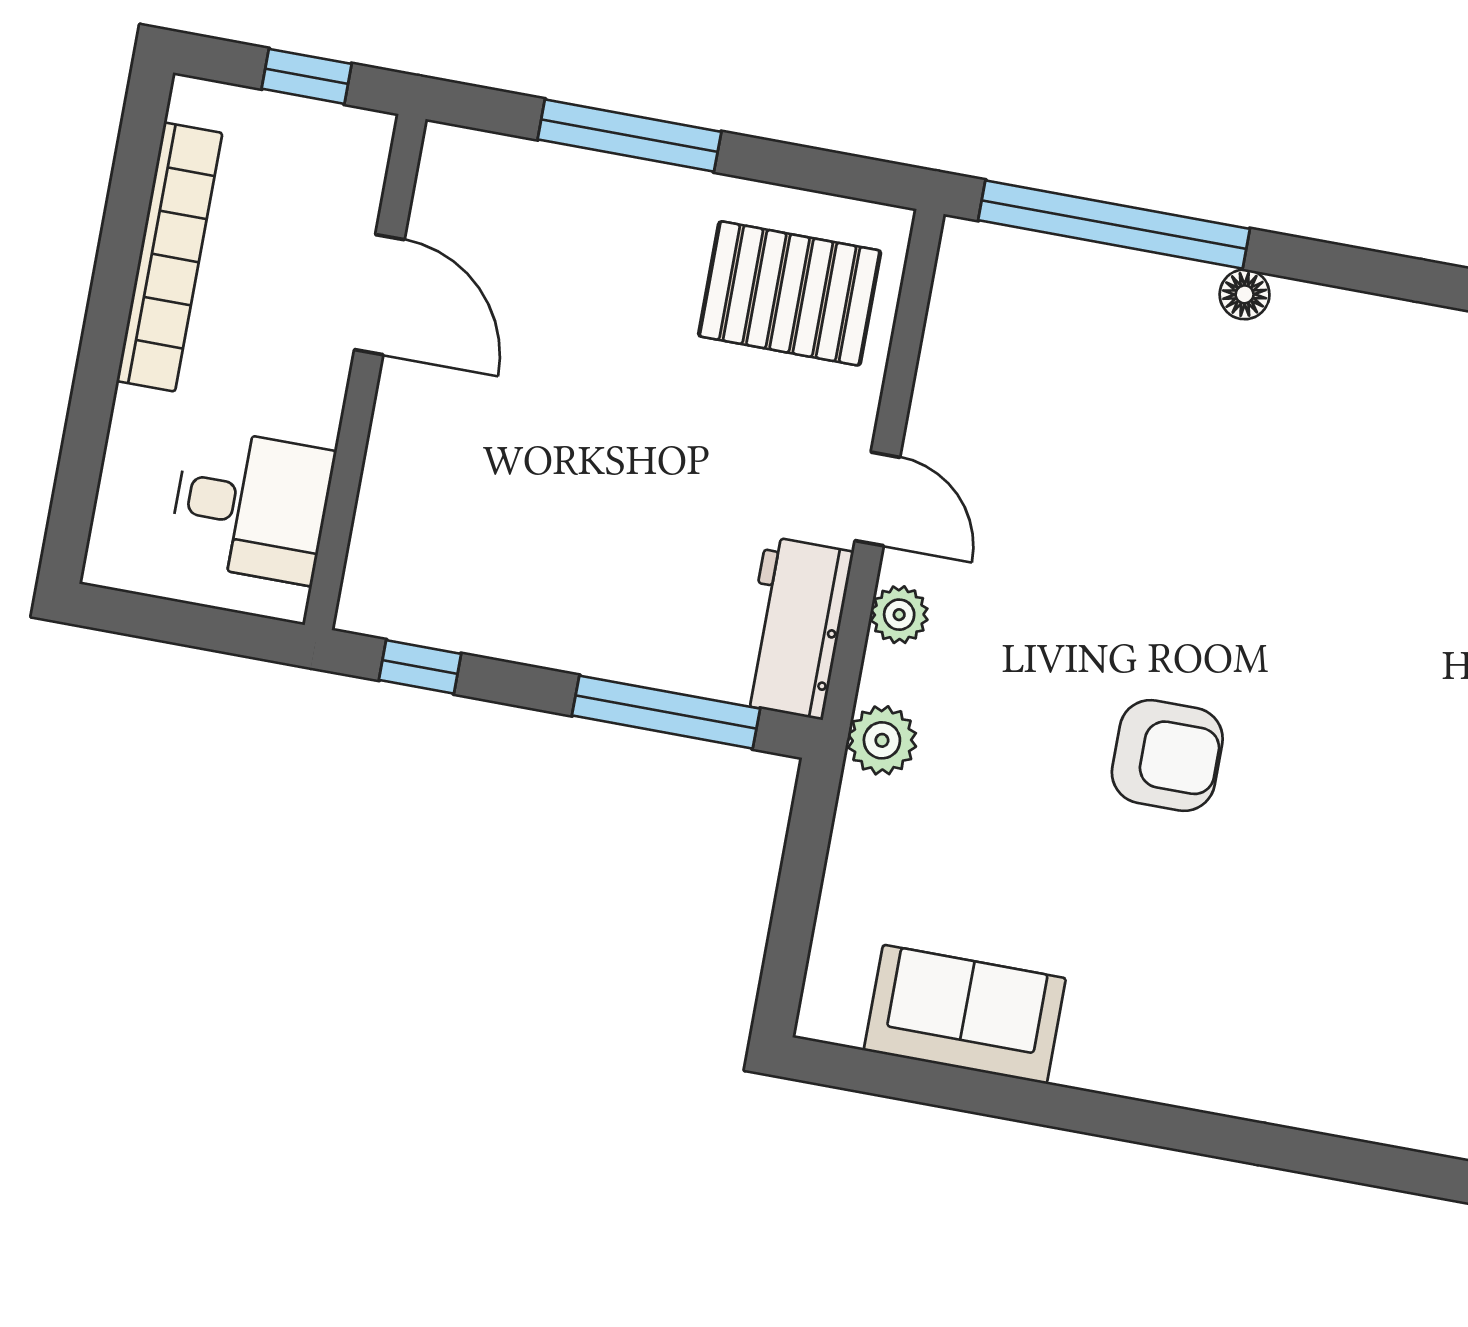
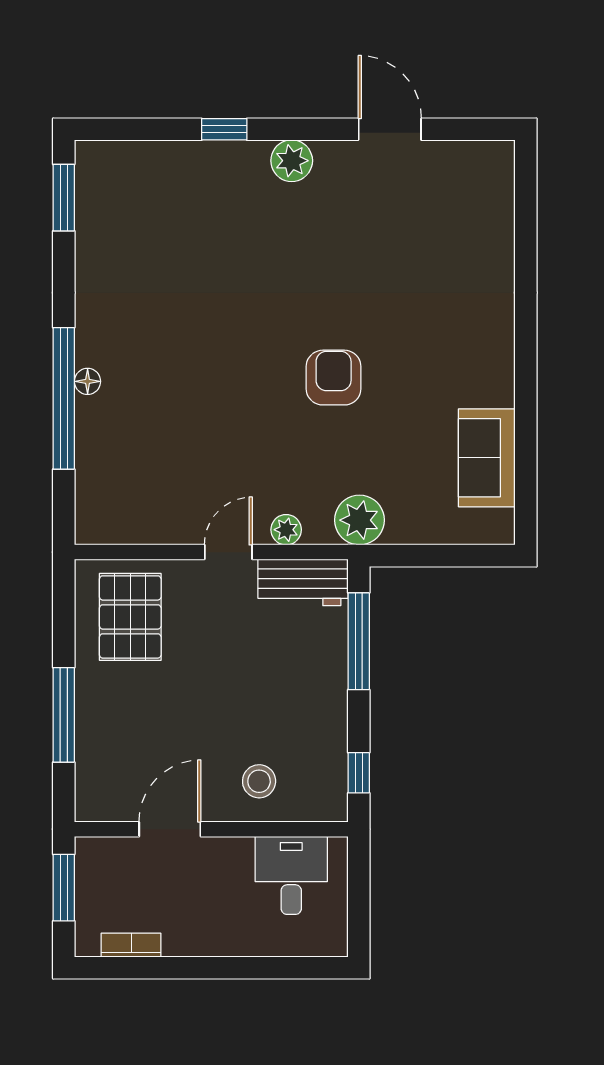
window: (307, 76) -> (64, 888), width x1.50
window: (1114, 225) -> (64, 398), moved
bookcase: (169, 257) -> (131, 945), width x0.43, depth x0.76
stool: (438, 478) -> (259, 781), added
plant: (882, 740) -> (359, 520), width x1.36, depth x1.36

